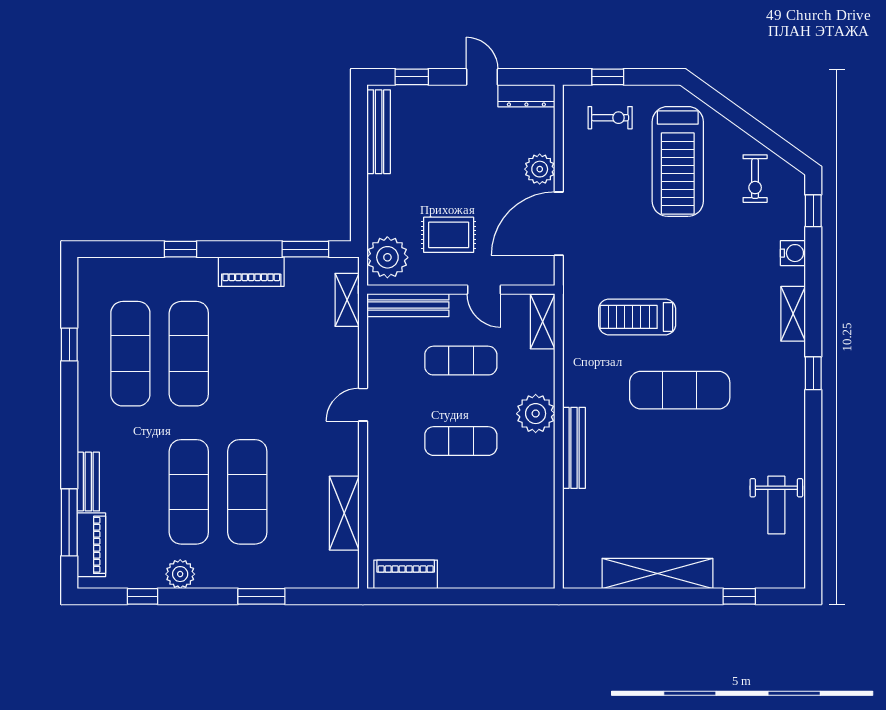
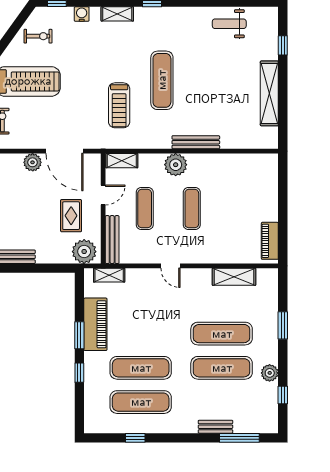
window: (305, 249) -> (79, 335), moved
piano: (251, 272) -> (95, 324), width x1.37, depth x1.33
weight bench: (776, 505) -> (229, 24), turned 180
piano: (91, 545) -> (253, 425), removed

